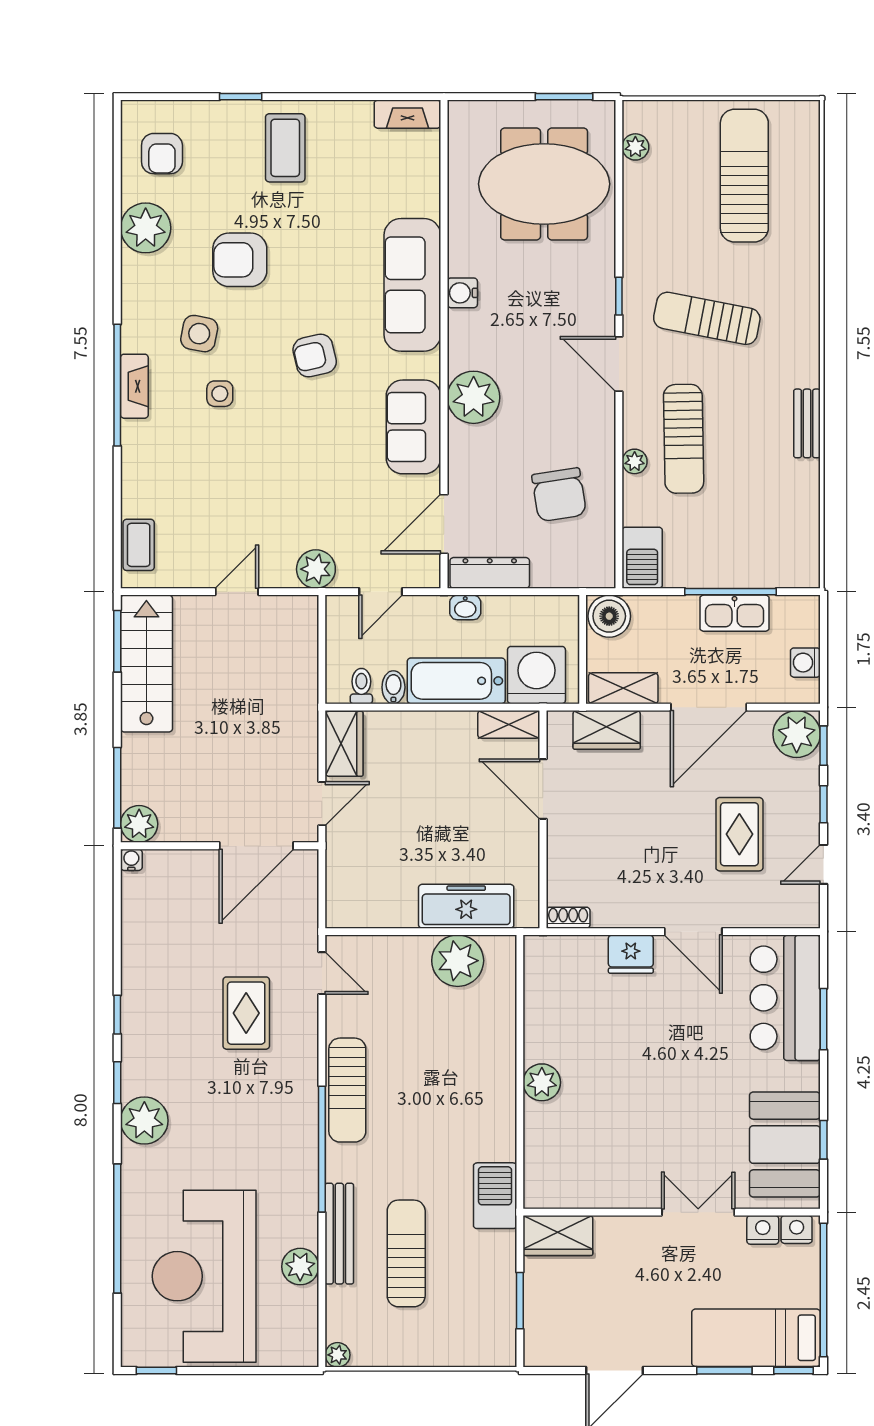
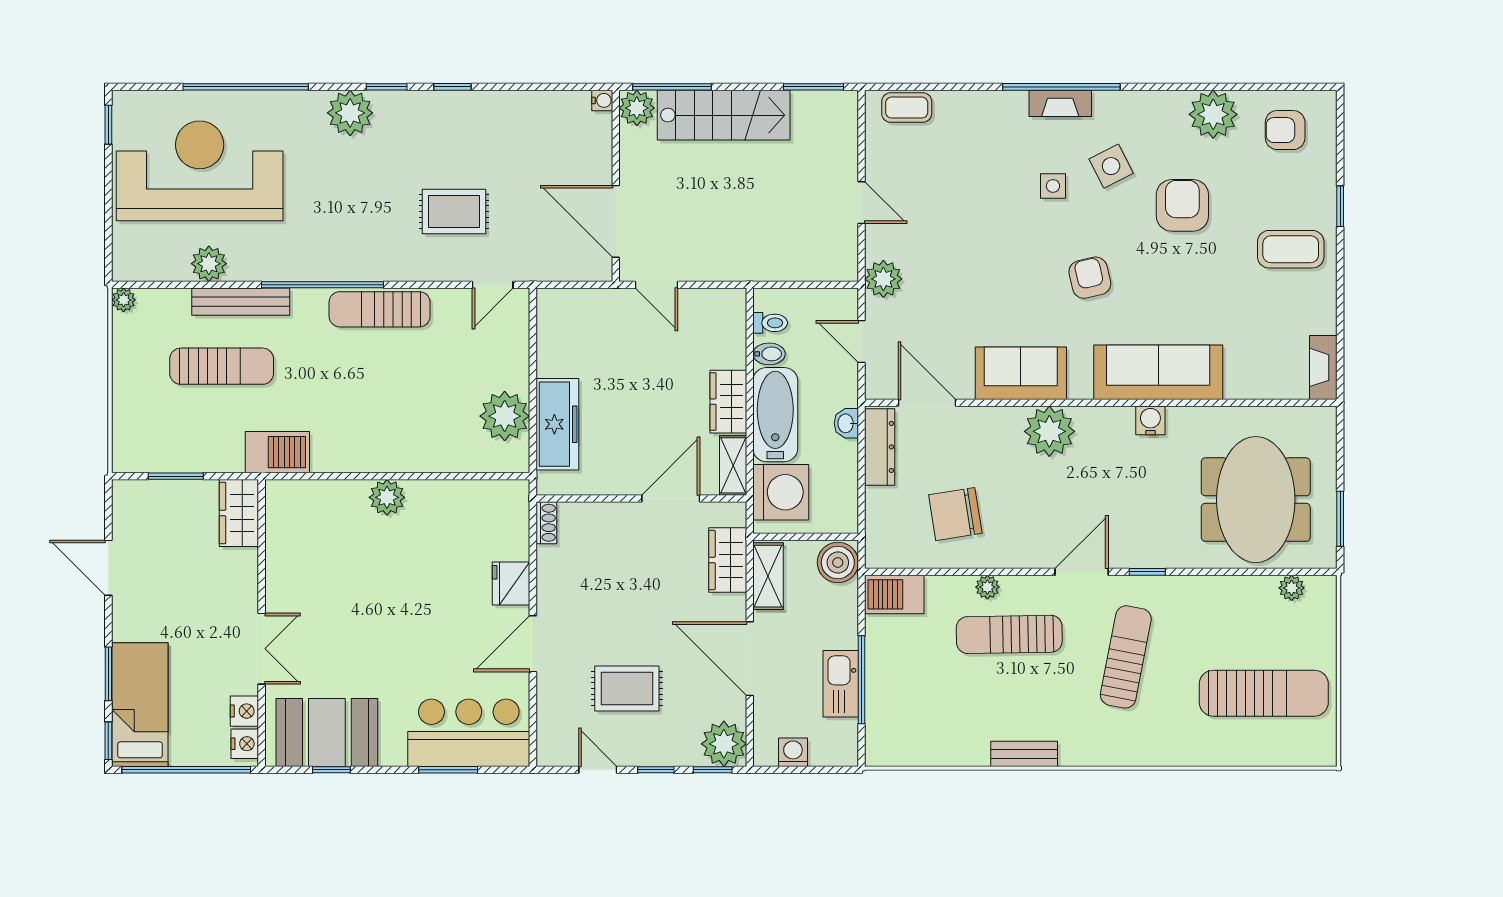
side table: (199, 334) -> (1111, 166), turned -38
stairs: (146, 664) -> (724, 115), moved
wardrobe: (344, 744) -> (728, 402), moved, turned 90

